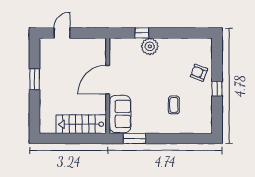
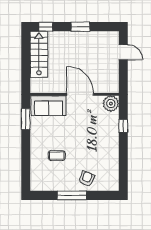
plant: (150, 46) -> (111, 104), moved
window: (217, 89) -> (72, 195), width x2.17
window: (35, 117) -> (46, 27), added
stairs: (81, 124) -> (39, 54), moved

